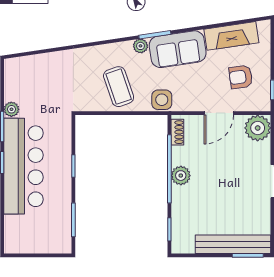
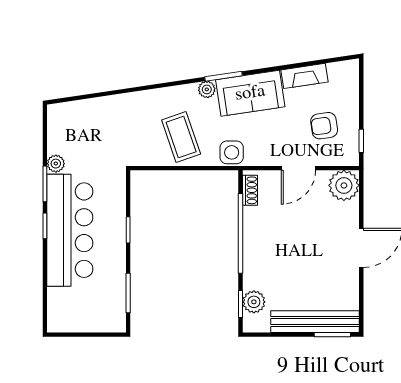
fireplace: (231, 36) -> (305, 76), width x0.73, depth x0.76
plant: (181, 176) -> (254, 302), moved

